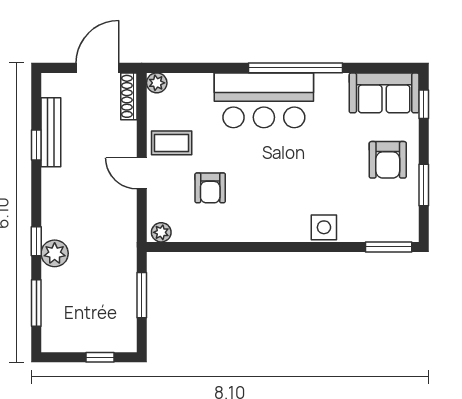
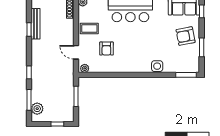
armchair: (388, 160) -> (186, 36), turned 79
door: (142, 173) -> (76, 52), moved
plant: (55, 253) -> (37, 109), moved

